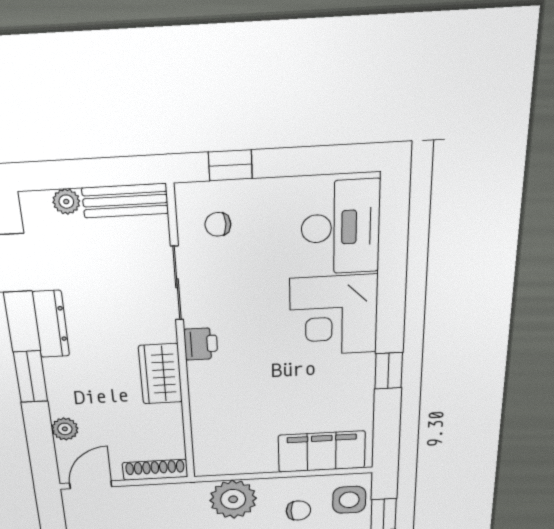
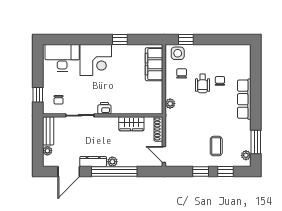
wardrobe: (161, 374) -> (131, 124), moved
window: (31, 377) -> (114, 172), width x2.11
plant: (65, 429) -> (112, 162), moved
plant: (233, 499) -> (170, 104), width x0.53, depth x0.53

